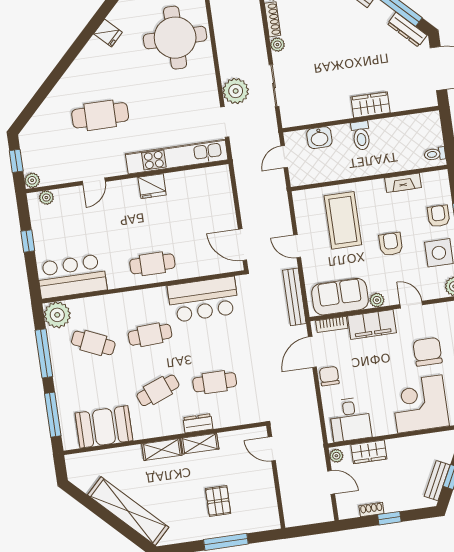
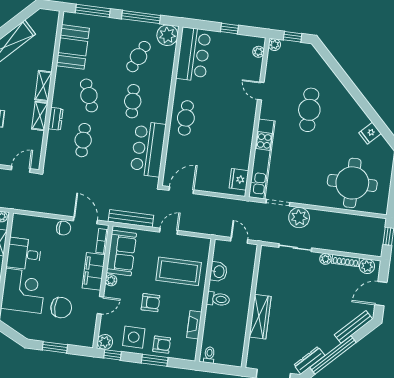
wardrobe: (371, 105) -> (260, 317), width x1.50
toilet: (361, 136) -> (218, 299), moved, turned 180
washbasin: (319, 138) -> (219, 272), moved, turned 180
fridge: (152, 186) -> (239, 179), moved
desk: (350, 419) -> (24, 254), moved

